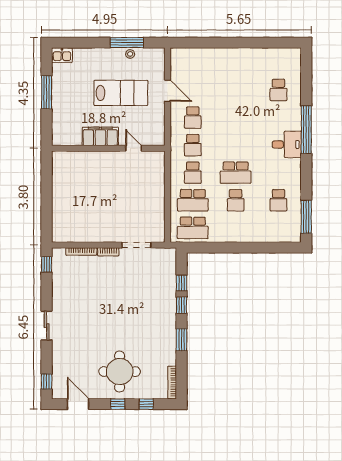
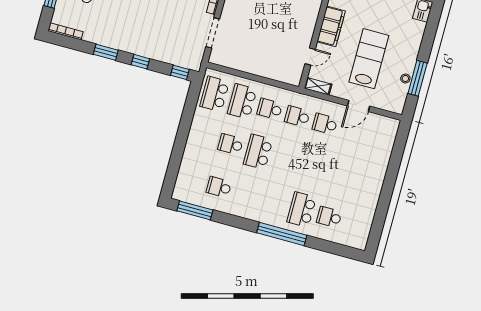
lab bench: (121, 93) -> (369, 59), turned 180
school desk: (278, 118) -> (302, 210), added
shelving: (159, 133) -> (318, 86), added
desk: (287, 144) -> (272, 210), removed
window: (182, 283) -> (180, 72), moved

